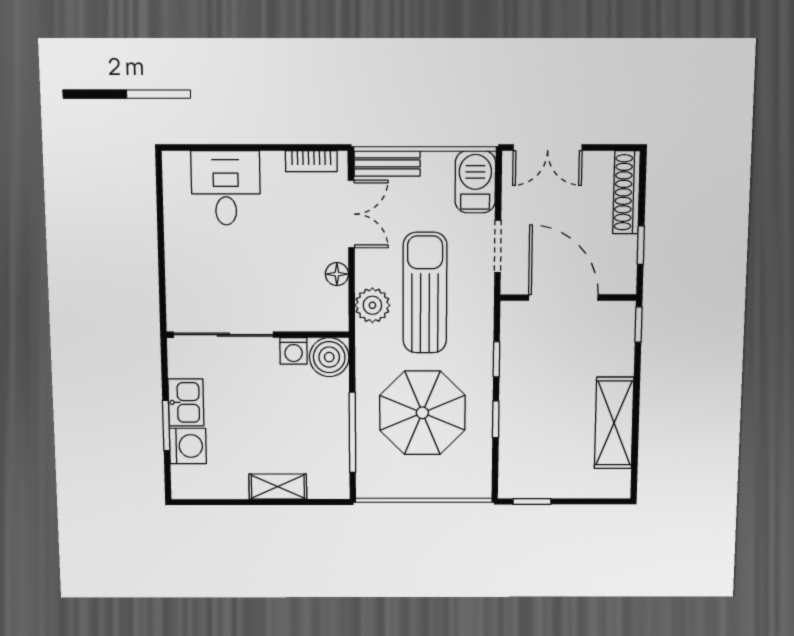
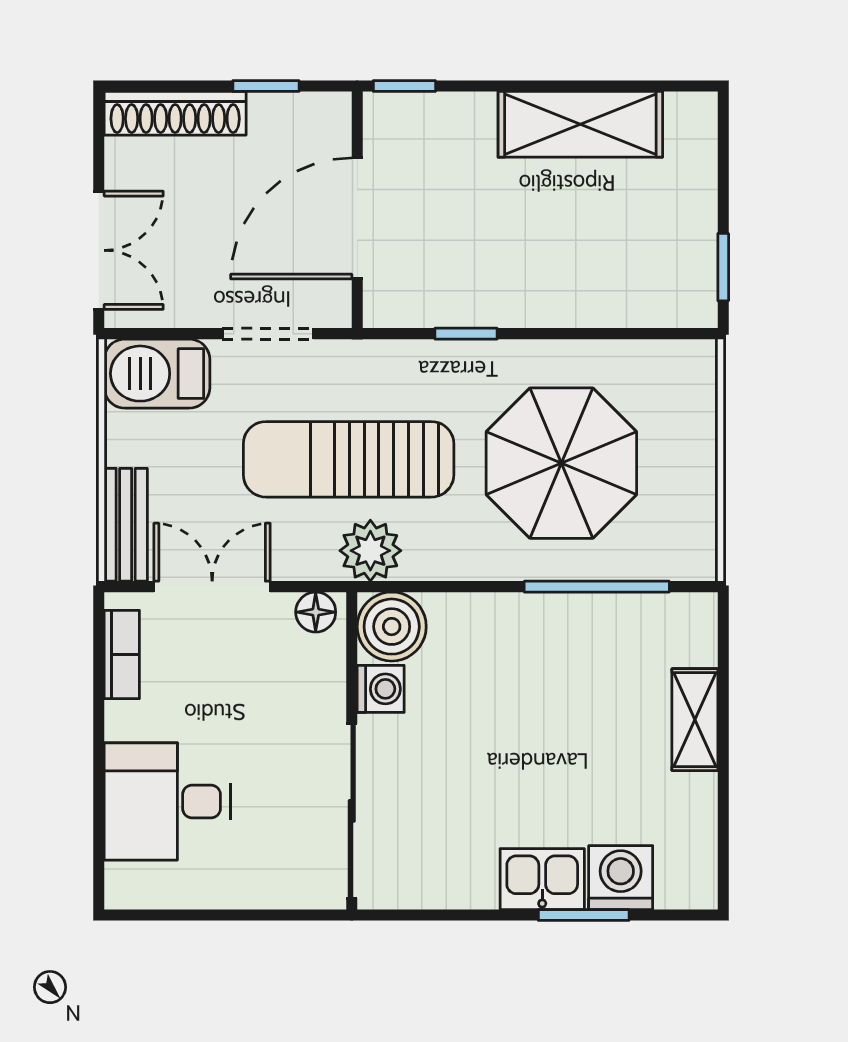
sliding door: (223, 335) -> (352, 811), moved
wall: (258, 335) -> (352, 751), moved
washing machine: (294, 351) -> (381, 689), moved
boiler: (329, 357) -> (392, 627), moved
window: (496, 419) -> (573, 334), removed

